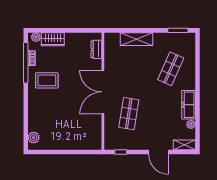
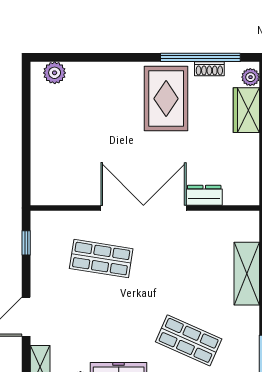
dresser: (96, 49) -> (204, 195), moved
rug: (47, 80) -> (166, 99), width x1.36, depth x1.43

